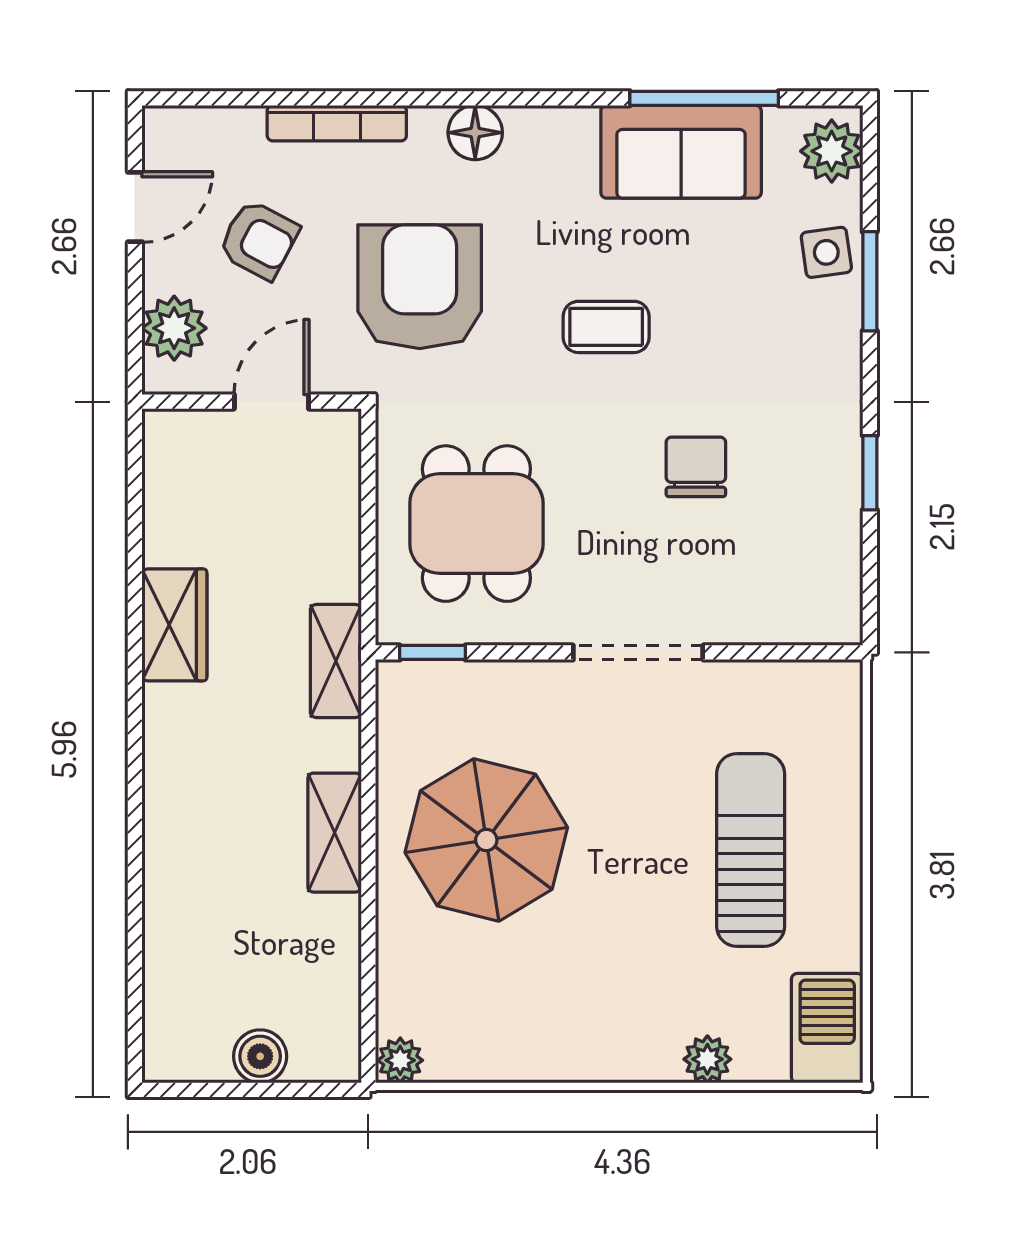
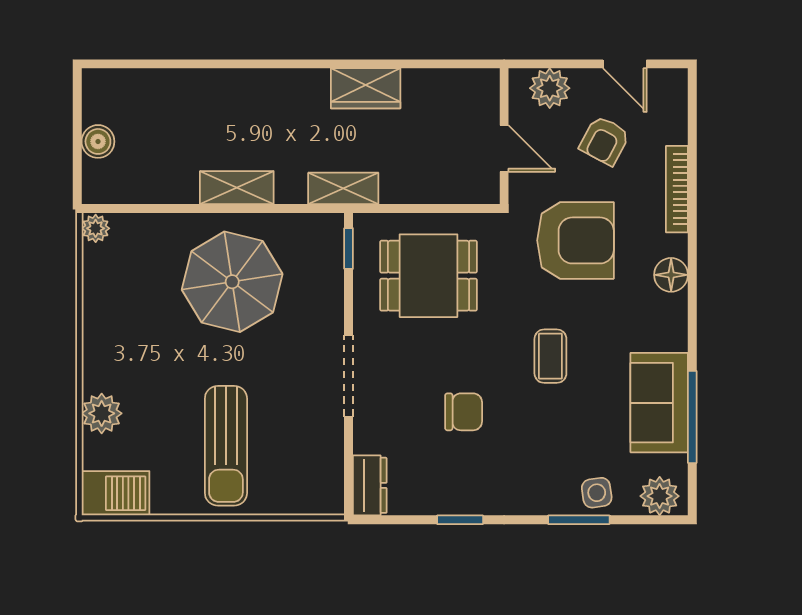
dresser: (814, 618) -> (370, 485), added
sun lounger: (751, 850) -> (226, 446), turned 90
plant: (707, 1059) -> (102, 413), width x1.38, depth x1.38

